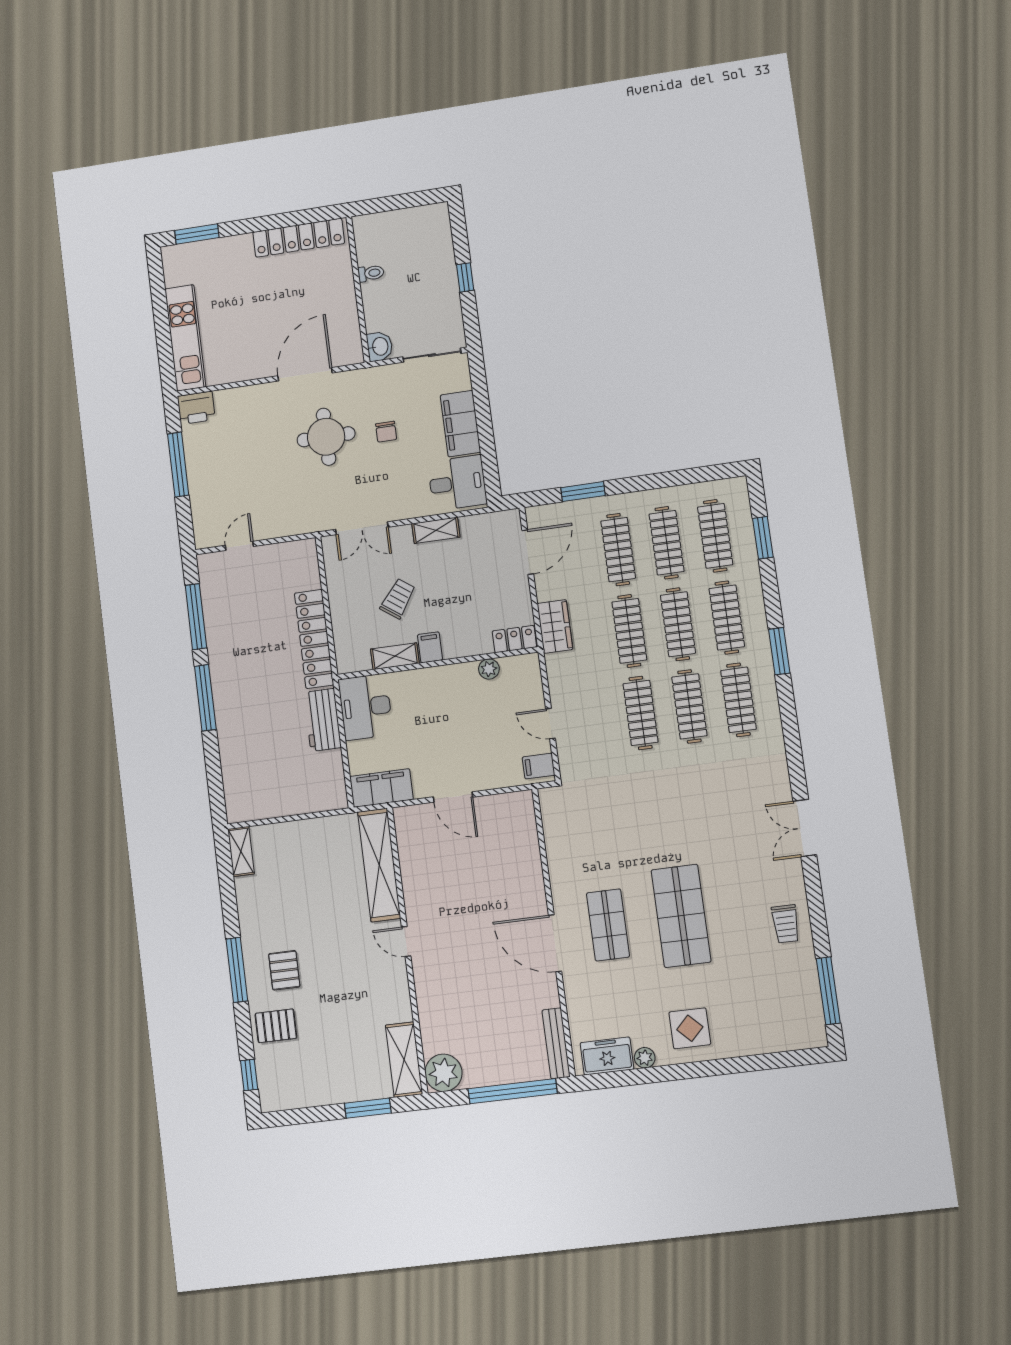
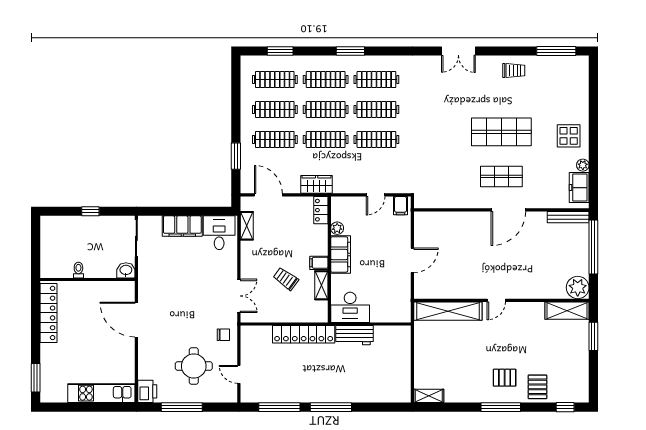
chair: (386, 432) -> (223, 335), moved
round table: (326, 437) -> (194, 366), moved
shelving: (436, 530) -> (247, 226), moved
filing cabinet: (381, 788) -> (341, 255), moved, turned 180

